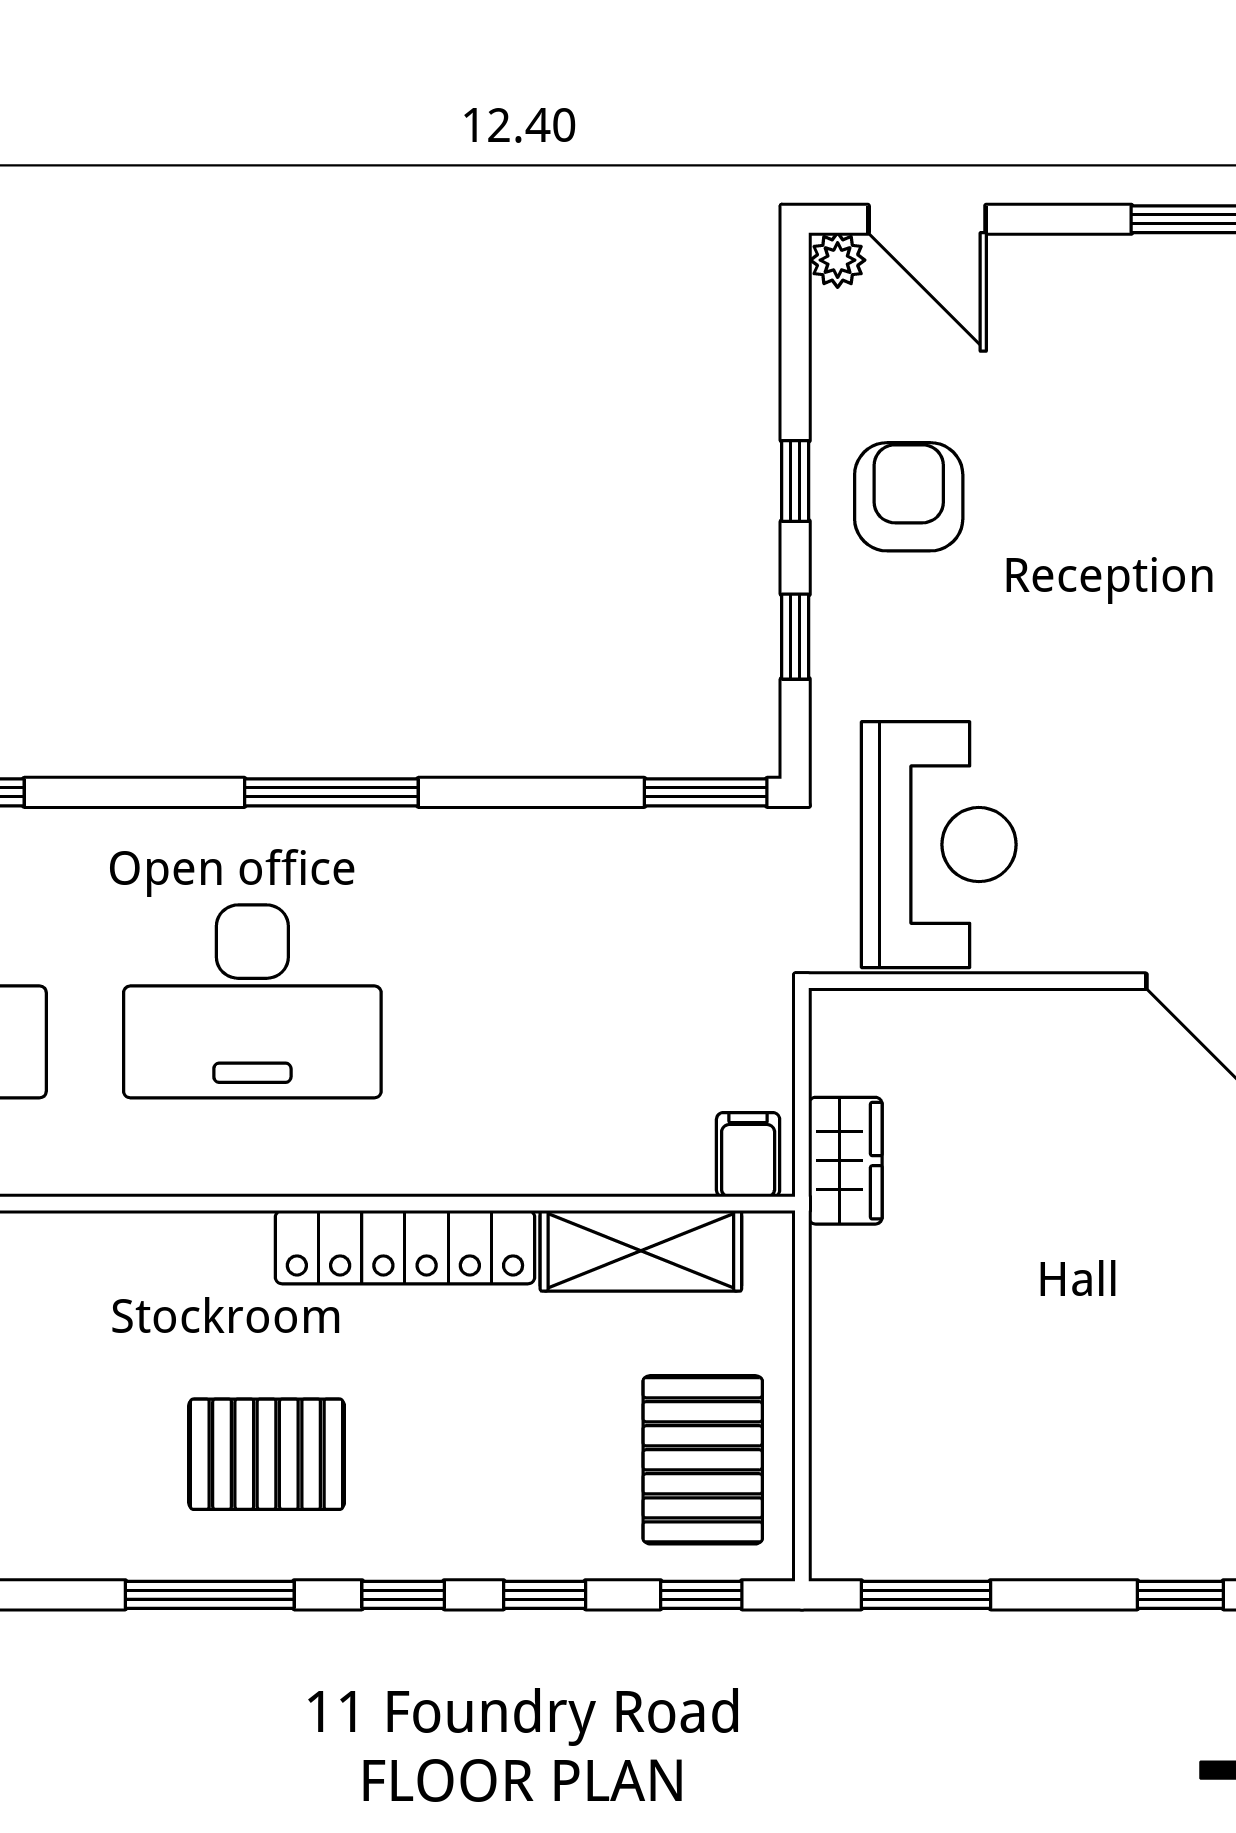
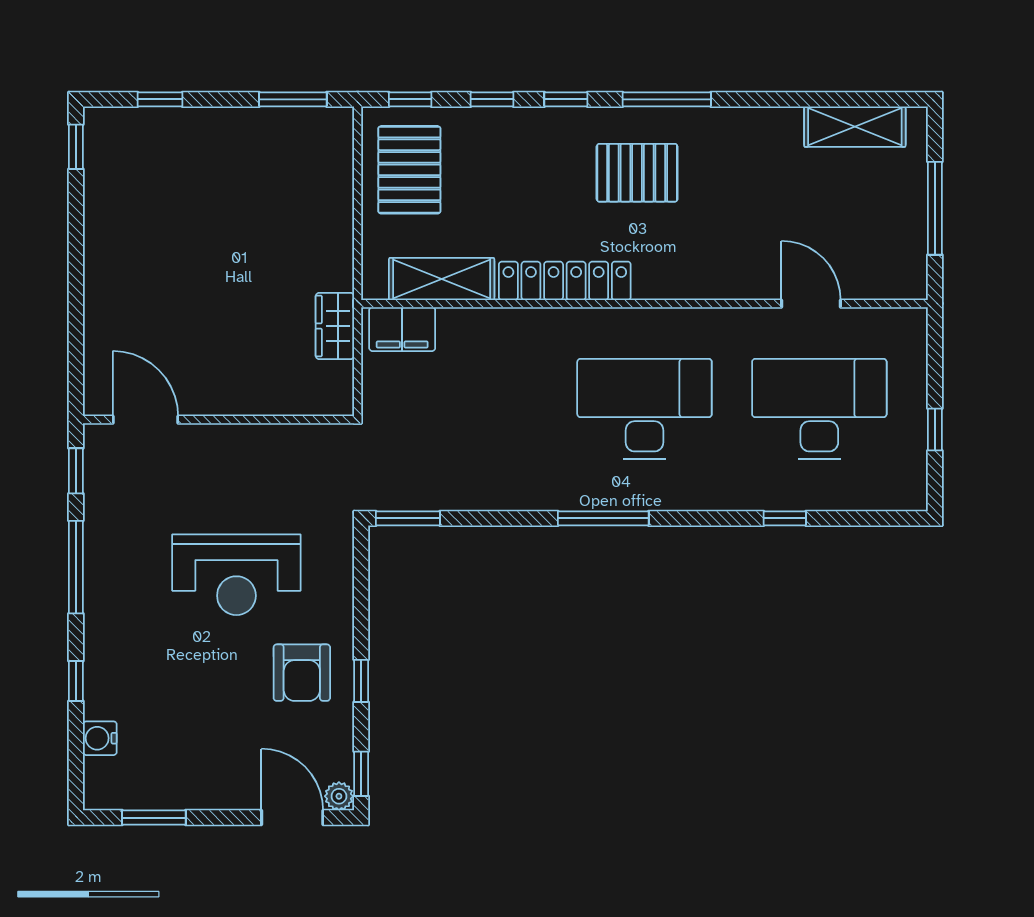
window: (795, 637) -> (361, 774), moved
reception desk: (939, 845) -> (236, 575), moved, turned -90
filing cabinet: (748, 1155) -> (402, 329), width x2.00

